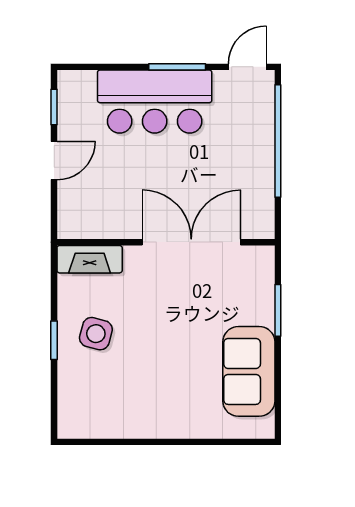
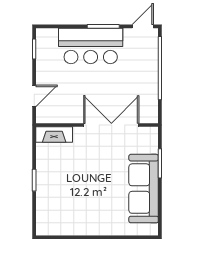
door: (54, 161) -> (34, 96), moved
side table: (96, 334) -> (58, 176), removed
sofa: (249, 371) -> (144, 189), width x1.36

